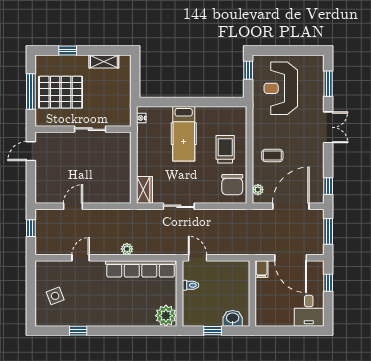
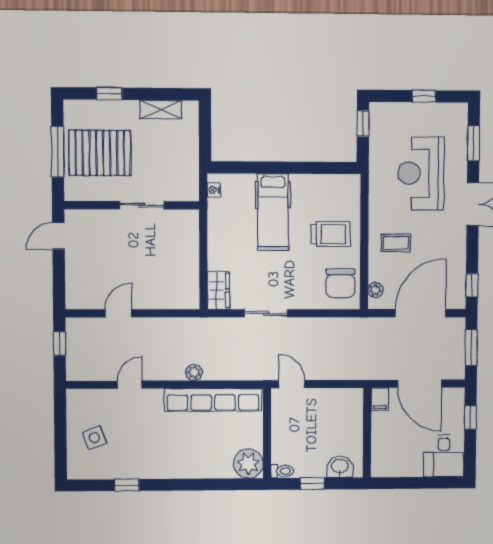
window: (292, 51) -> (424, 96), added
reception desk: (281, 88) -> (421, 173), moved
trolley: (225, 149) -> (331, 234), turned 90
toilet: (191, 285) -> (282, 471), moved

